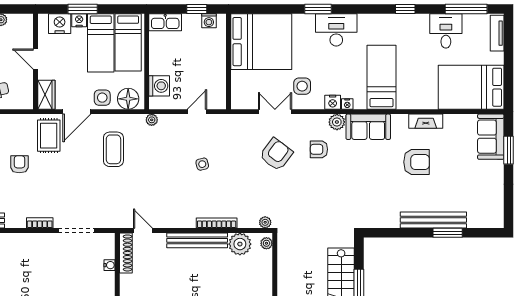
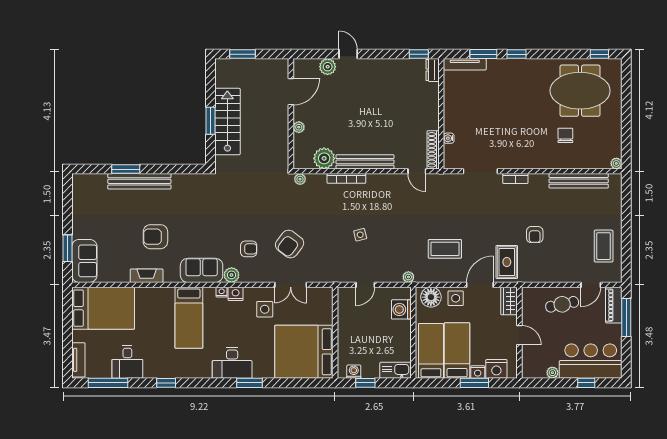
coffee table: (113, 149) -> (445, 249), turned 90
plant: (266, 243) -> (299, 127), moved

